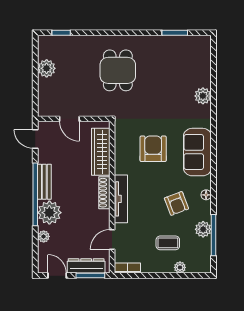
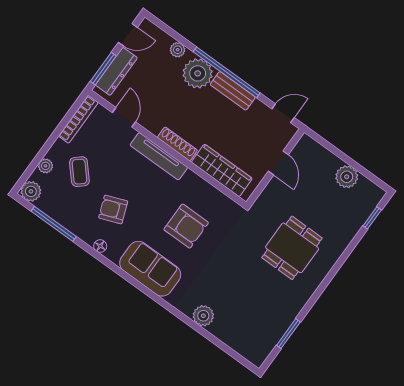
dining table: (118, 70) -> (292, 248), turned 90
door: (69, 119) -> (278, 163), swing flipped
plant: (203, 229) -> (31, 191), moved
coffee table: (168, 243) -> (79, 172), turned -42
bookcase: (127, 268) -> (78, 119), width x1.56

